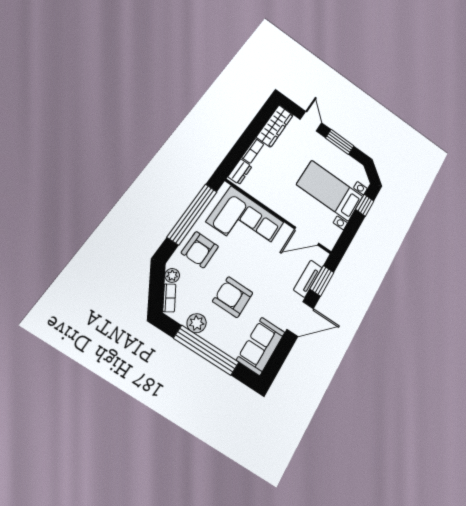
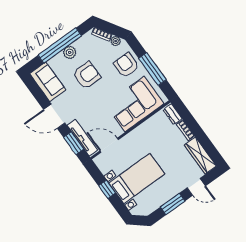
window: (365, 205) -> (107, 189), moved
window: (192, 214) -> (152, 69), width x0.68
door: (307, 236) -> (109, 145), hinge flipped
tv unit: (308, 279) -> (82, 138), width x1.41
door: (300, 319) -> (54, 116), hinge flipped
plant: (197, 323) -> (70, 52), moved

